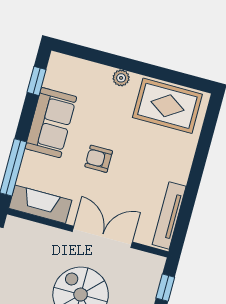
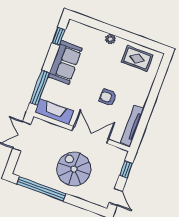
rug: (167, 106) -> (137, 59), width x0.73, depth x0.70
armchair: (99, 159) -> (108, 97), moved

